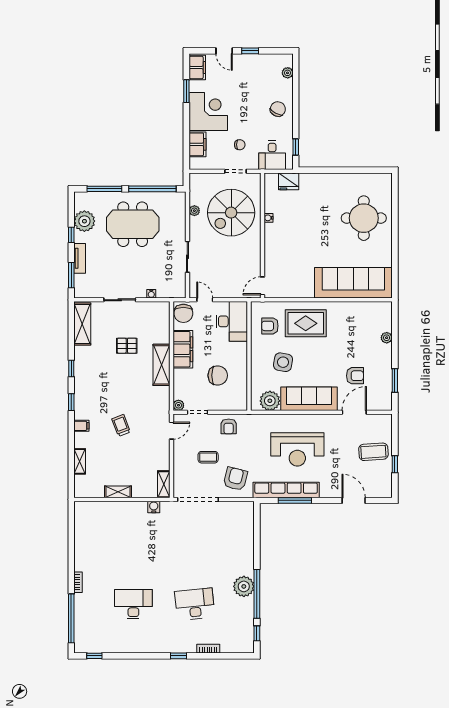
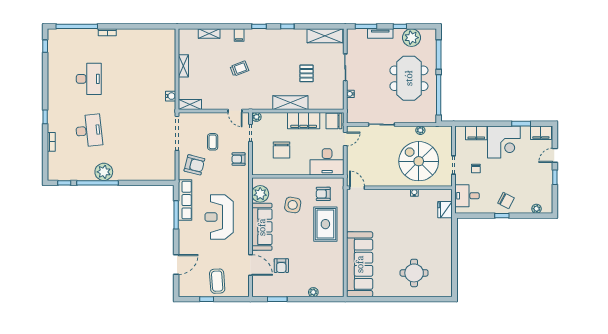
window: (296, 147) -> (502, 216), moved
round table: (364, 218) -> (414, 273), width x0.73, depth x0.73
armchair: (270, 326) -> (323, 194), turned -90
row of seats: (286, 490) -> (185, 200), width x0.73

